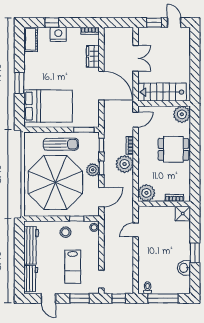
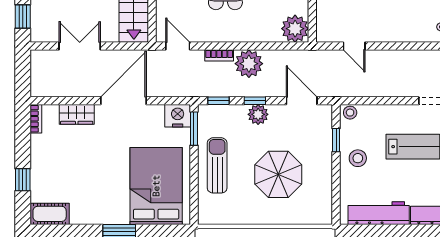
nightstand: (58, 34) -> (178, 116), moved, turned 90
parasol: (55, 182) -> (278, 174), width x0.54, depth x0.54

